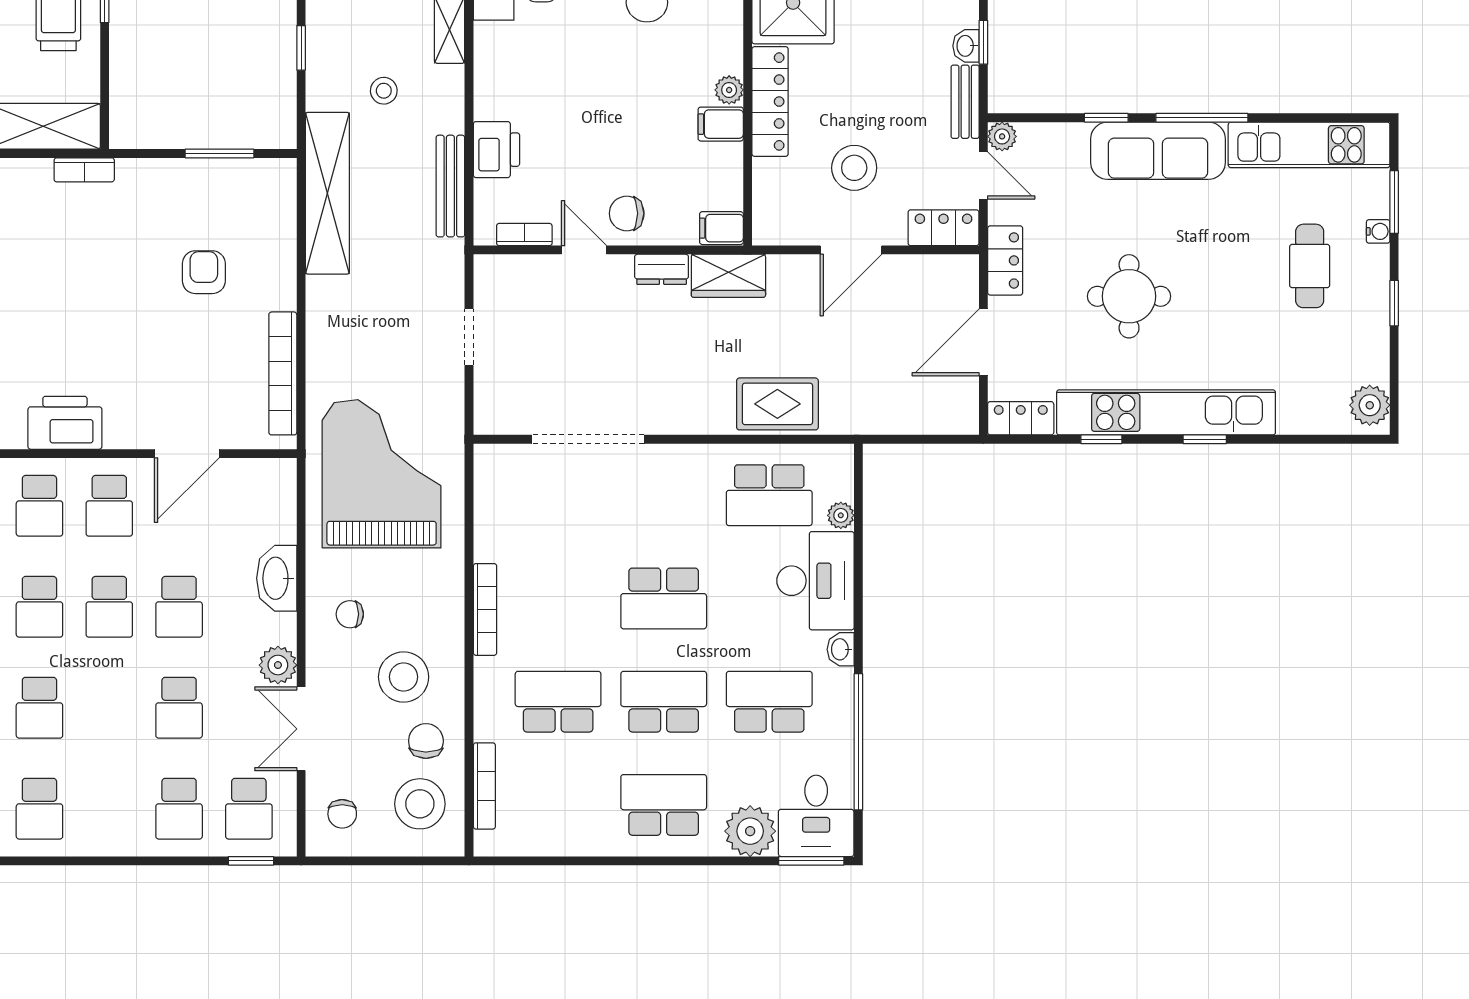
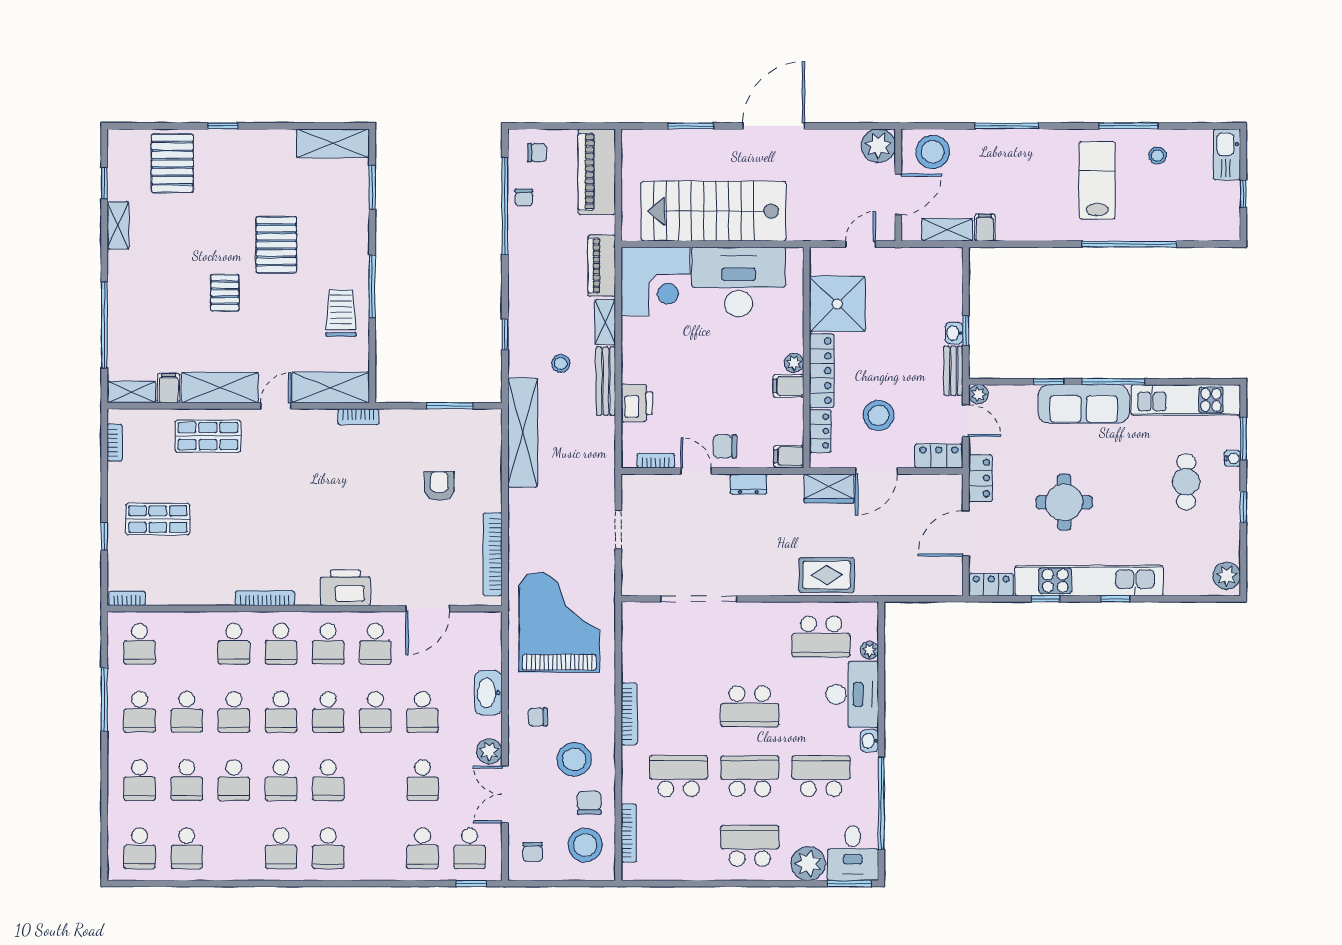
bench: (450, 186) -> (606, 381), moved
locker: (768, 191) -> (820, 431), added
wardrobe: (728, 276) -> (829, 488), moved

